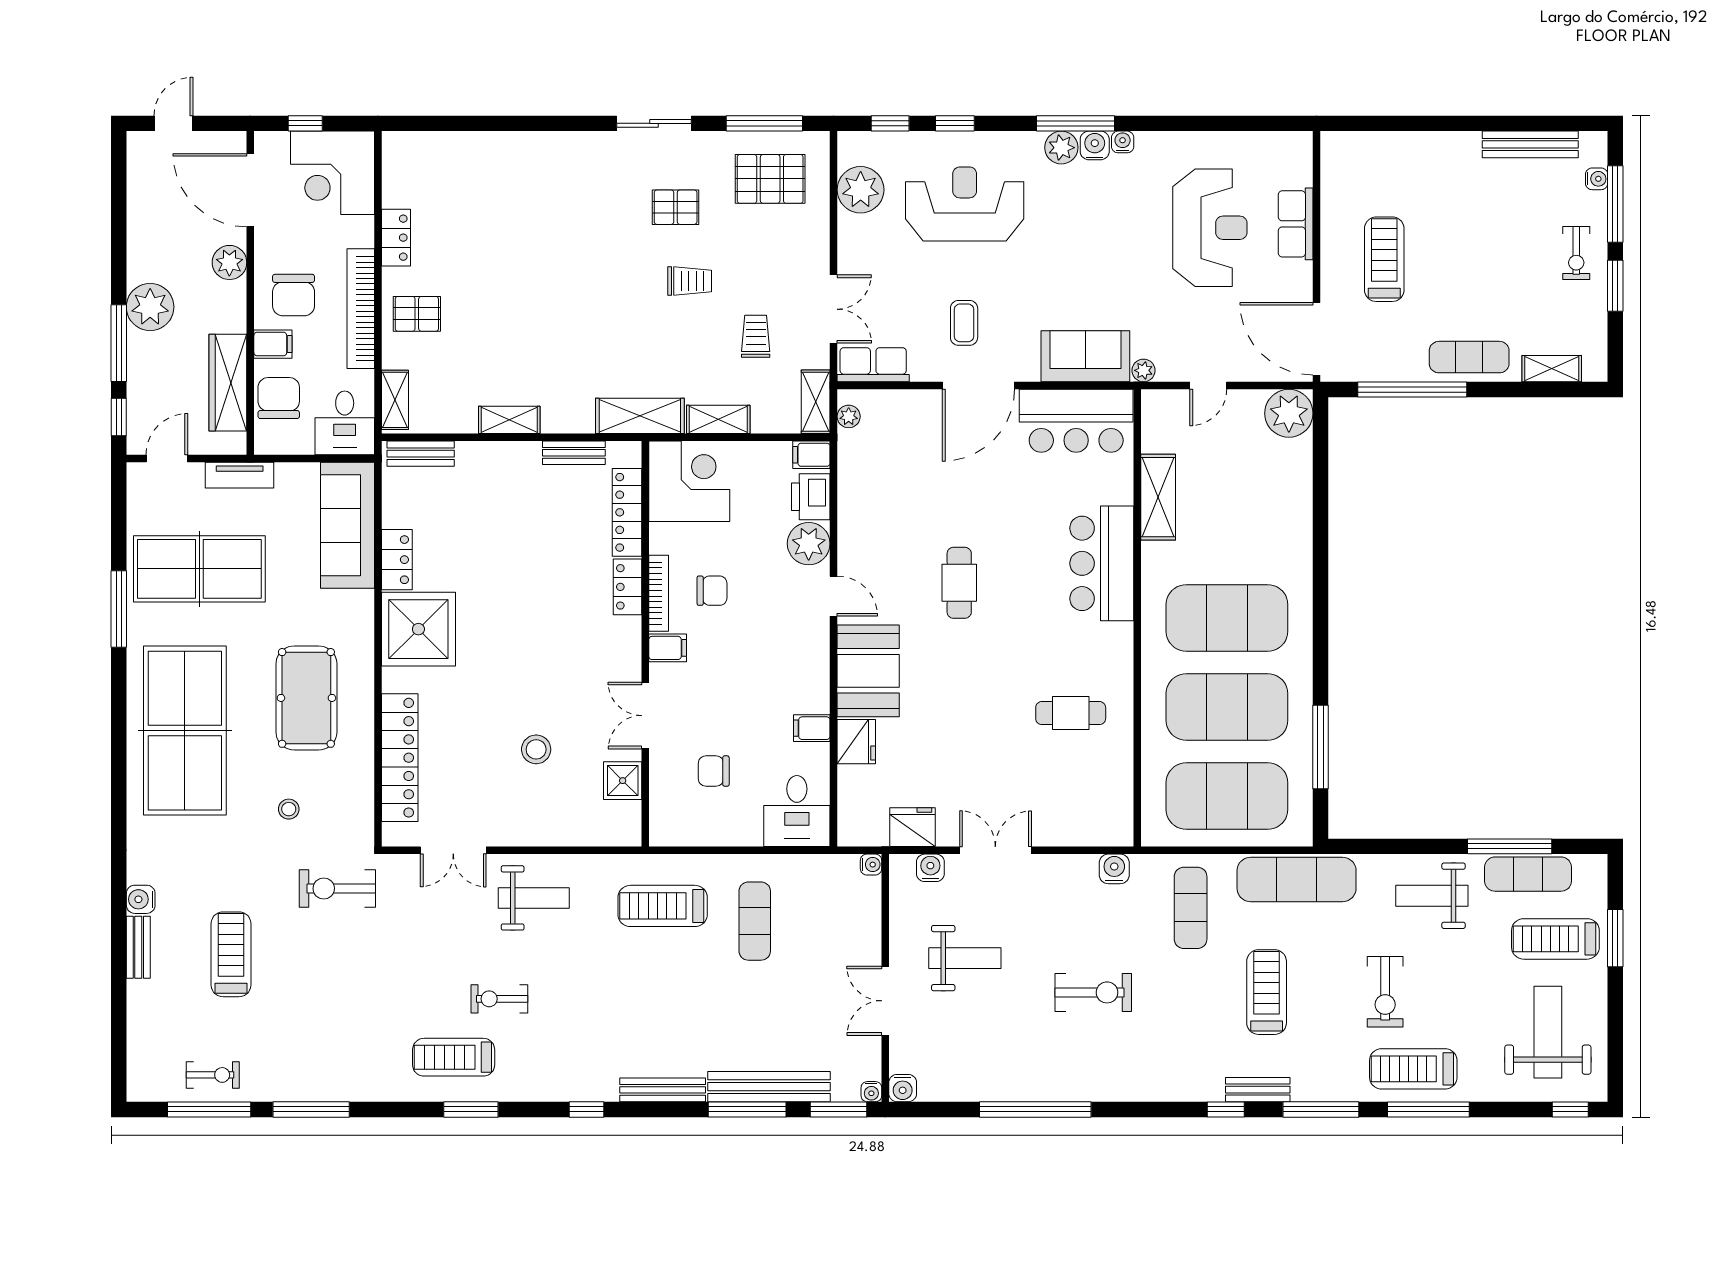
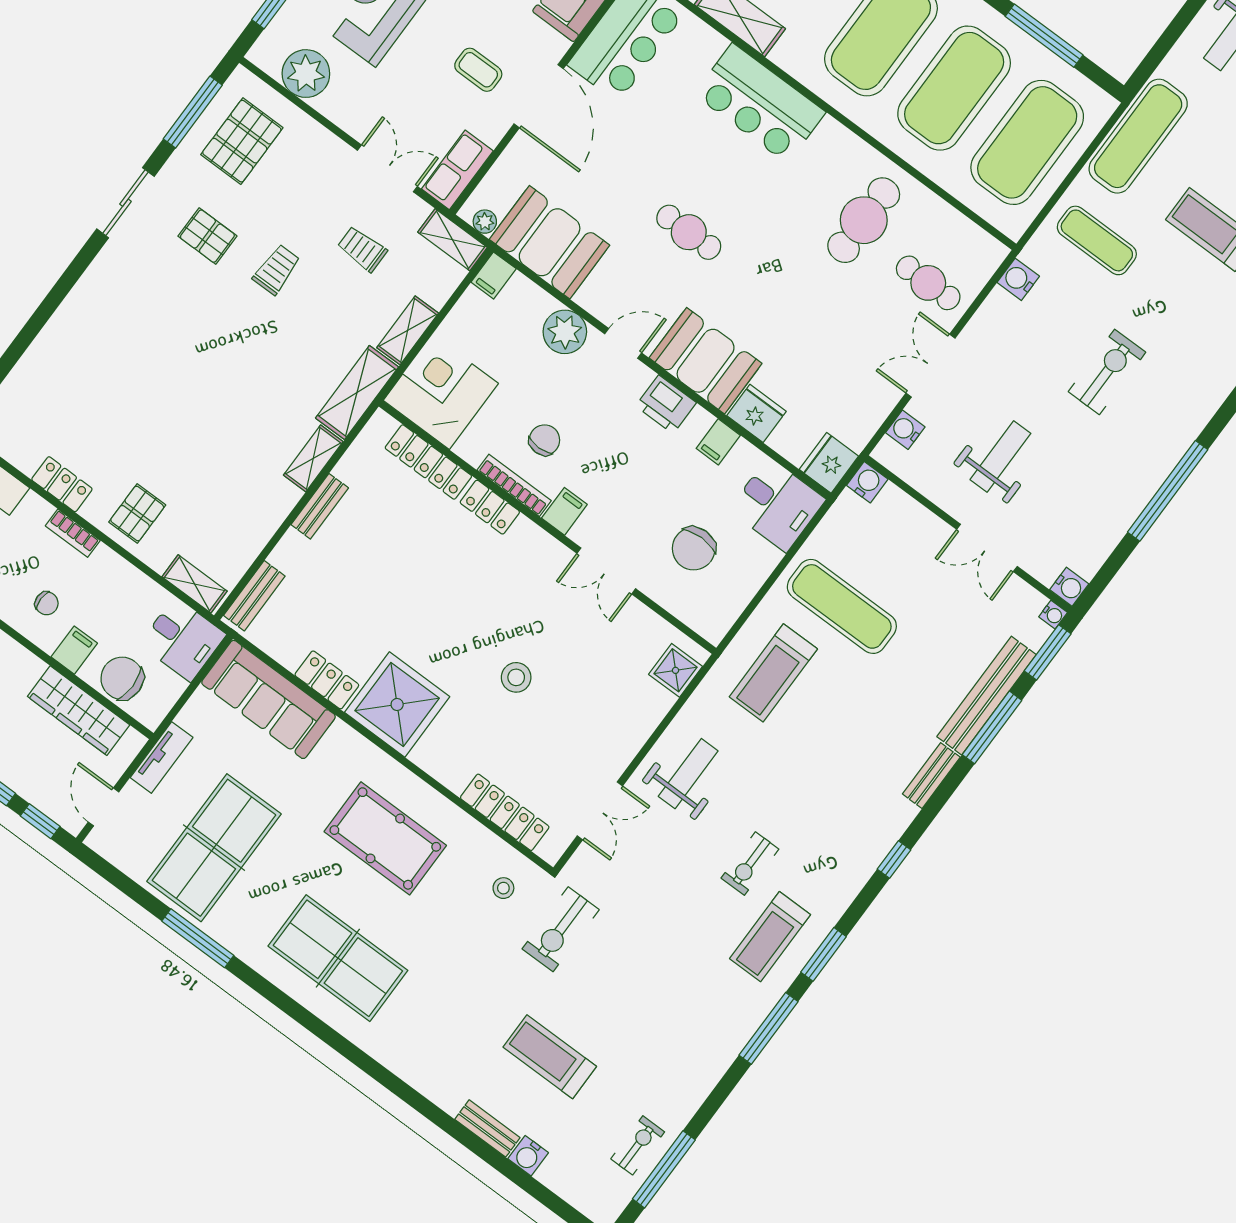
pallet: (676, 207) -> (207, 236), turned 90
chair: (294, 295) -> (47, 603), width x0.54, depth x0.54
bookcase: (361, 309) -> (73, 533), width x0.43, depth x0.76
shelving: (509, 420) -> (313, 458), moved
bench: (574, 453) -> (320, 506), moved
booth: (870, 479) -> (550, 242), added
printer: (811, 497) -> (666, 404), moved
cafe table: (1071, 713) -> (864, 220), width x1.37, depth x1.35
table tennis table: (185, 731) -> (338, 958), width x0.73, depth x0.76
stool: (536, 749) -> (516, 677), moved
locker: (400, 758) -> (505, 812), width x0.71, depth x0.83
chair: (714, 771) -> (694, 549), width x1.37, depth x1.37
shower: (623, 781) -> (676, 670), moved
cafe table: (1059, 800) -> (928, 283), added
stool: (289, 809) -> (503, 888), moved
fridge: (912, 827) -> (829, 463), moved
water cooler: (871, 865) -> (867, 482), width x1.38, depth x1.38
water cooler: (141, 899) -> (528, 1156), moved
exercise mat: (755, 921) -> (842, 606), width x1.36, depth x1.45
bench: (663, 1090) -> (931, 776), width x0.73
window: (311, 1109) -> (768, 1028), moved

